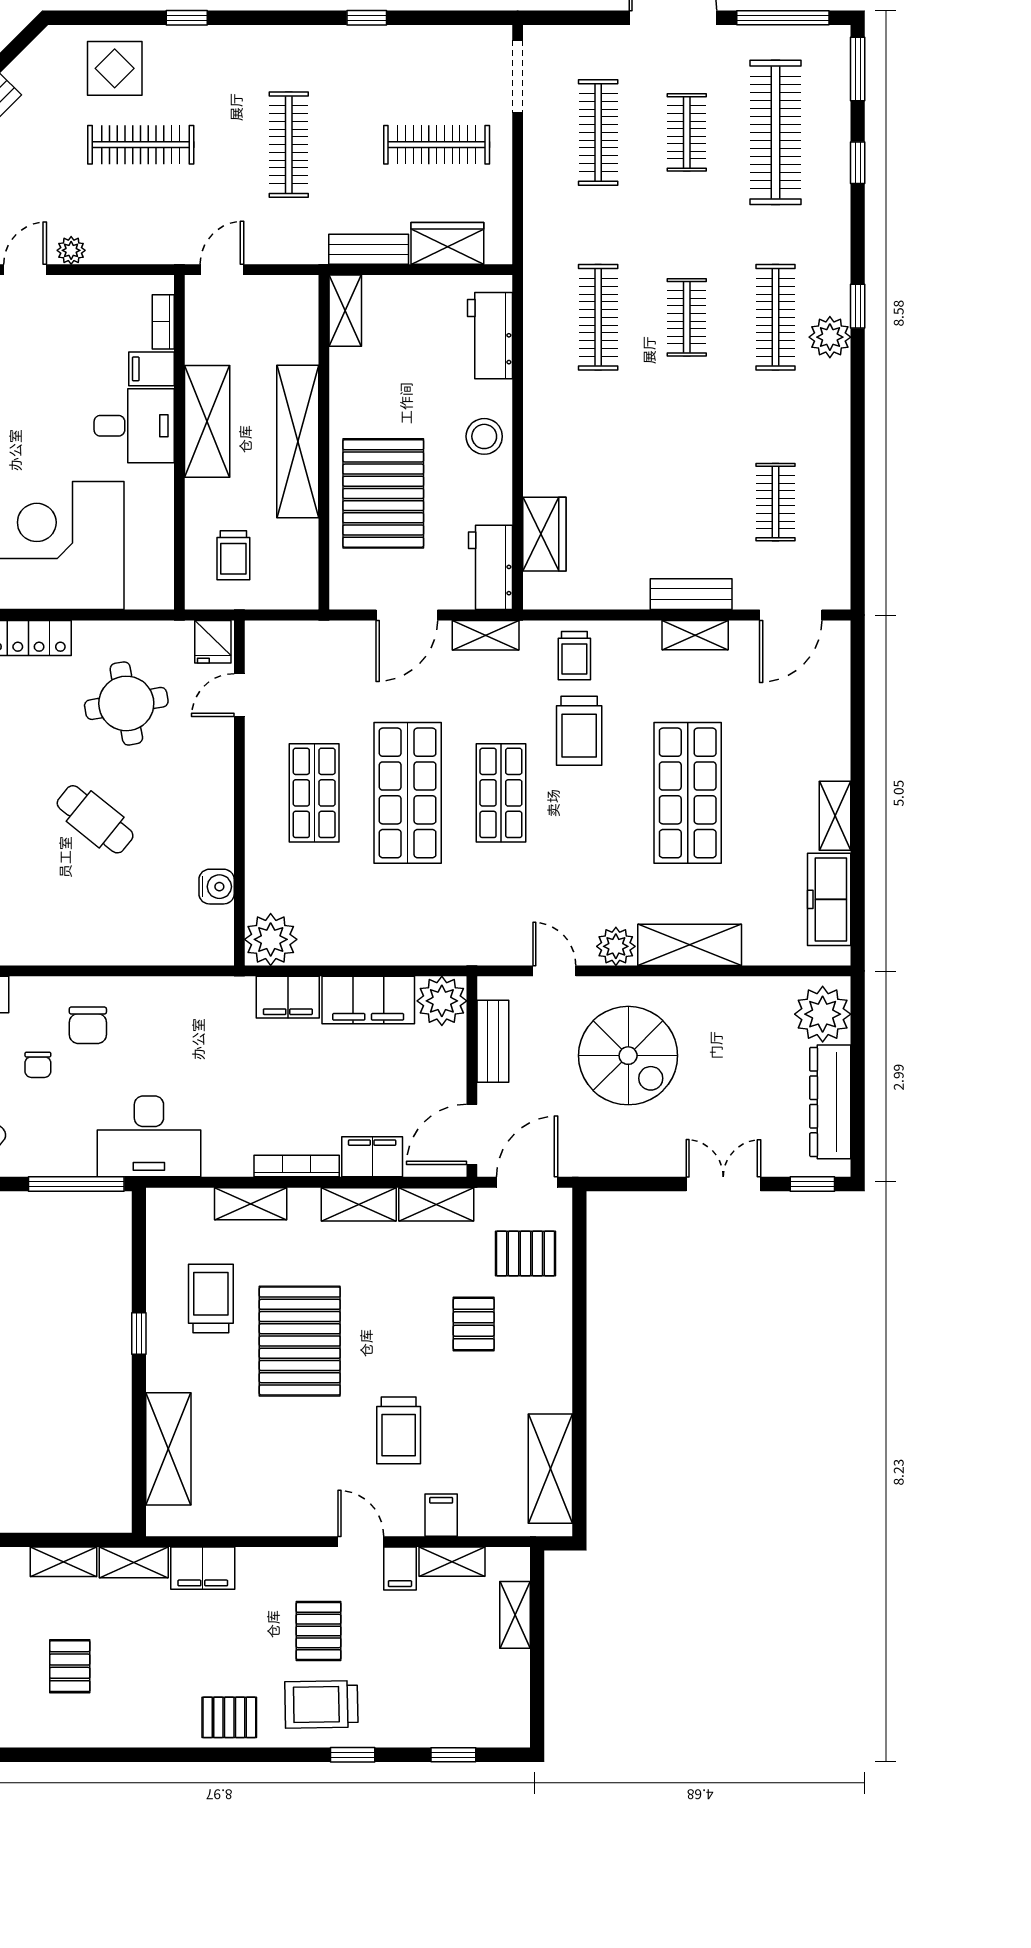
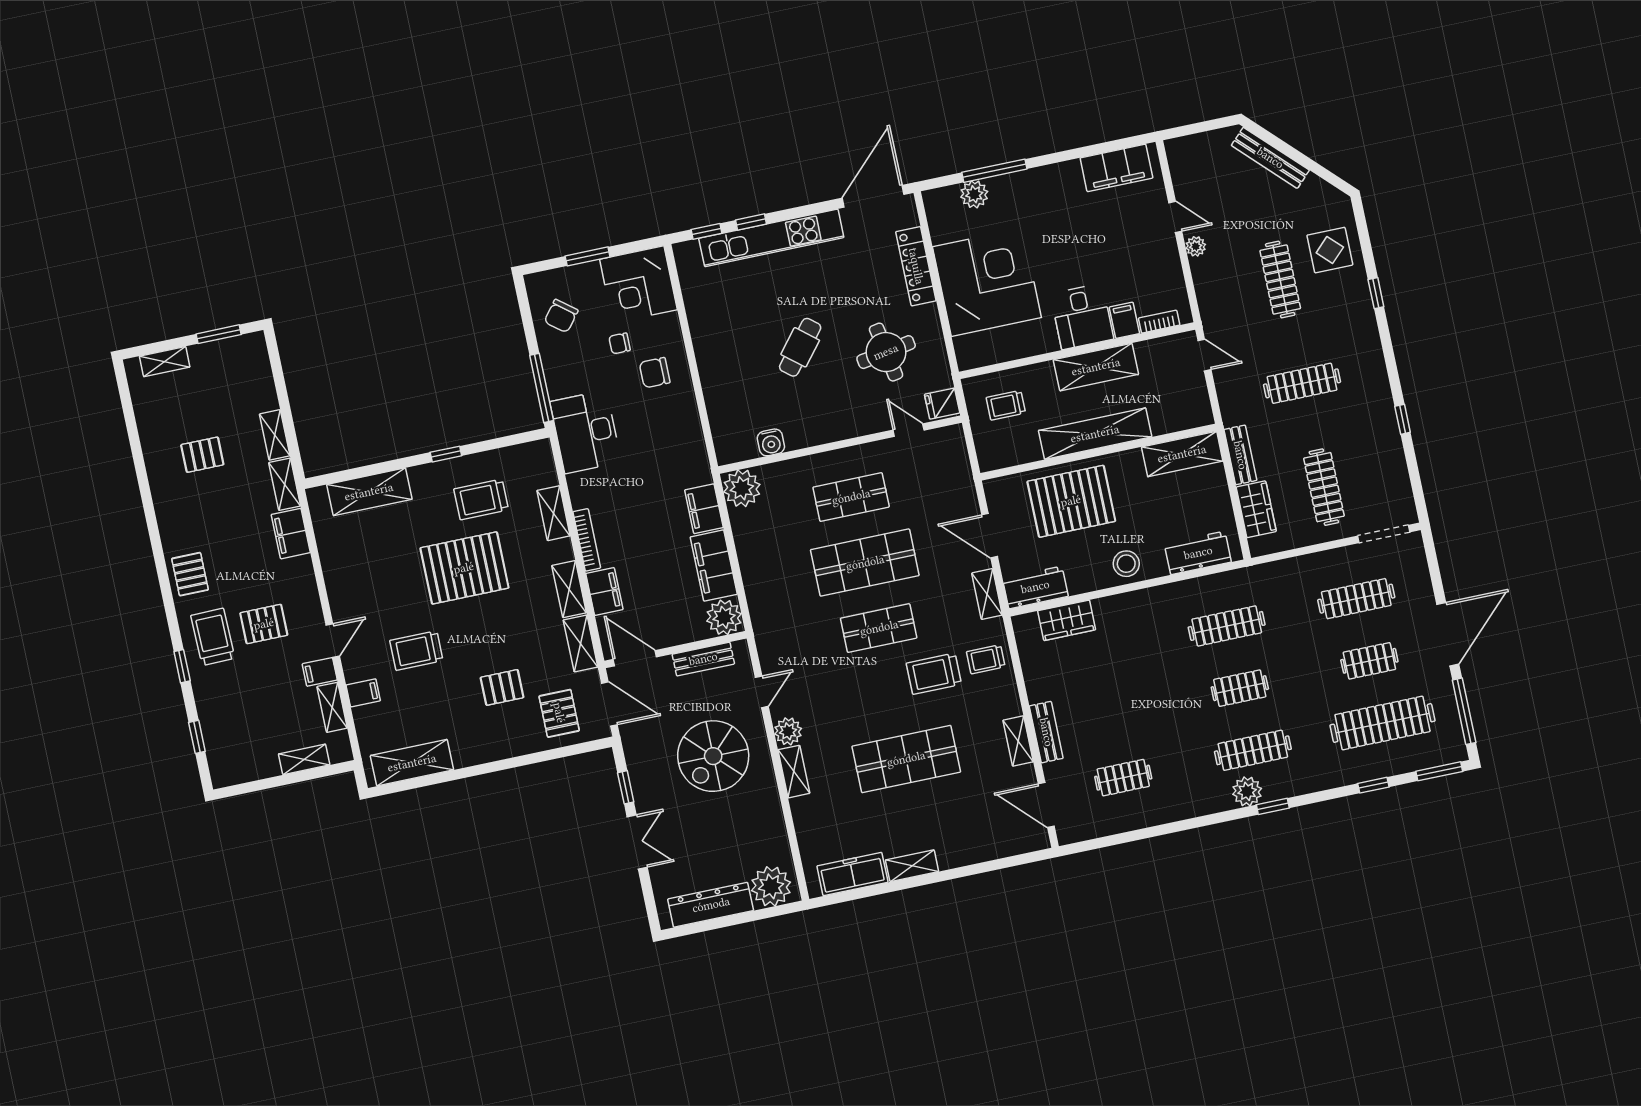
shelving: (345, 311) -> (1182, 454), width x1.50, depth x1.33
shelving: (690, 945) -> (794, 772), width x0.67, depth x0.75
window: (812, 1184) -> (626, 787), moved
trolley: (211, 1299) -> (481, 499), turned 180

